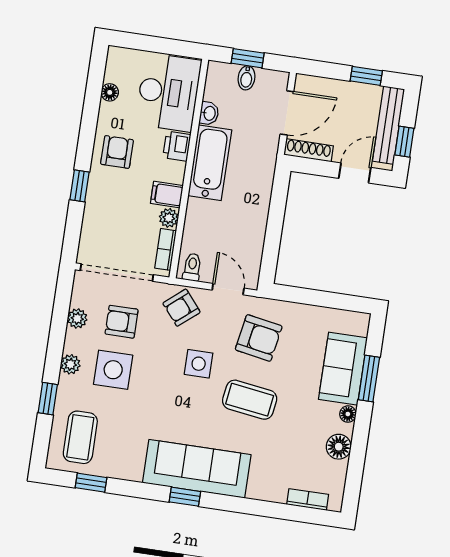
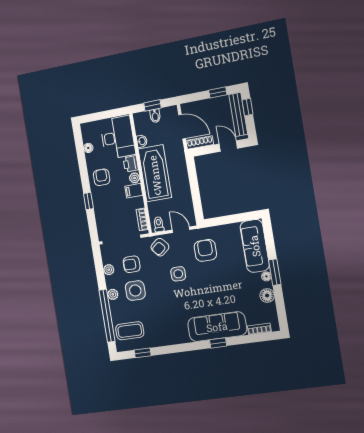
door: (287, 113) -> (182, 127), hinge flipped
window: (404, 142) -> (247, 107), moved
bathtub: (210, 163) -> (155, 173), width x1.36, depth x1.36
door: (355, 173) -> (228, 146), hinge flipped
plant: (169, 218) -> (134, 178), moved
armchair: (259, 338) -> (205, 250), turned -100
sofa: (343, 369) -> (255, 246), width x1.36
window: (369, 378) -> (275, 272), moved
window: (48, 399) -> (107, 316), width x3.17
coffee table: (250, 400) -> (211, 285), removed
coffee table: (80, 437) -> (130, 331), turned 90
sofa: (197, 469) -> (217, 327), moved
window: (185, 497) -> (218, 343), moved

